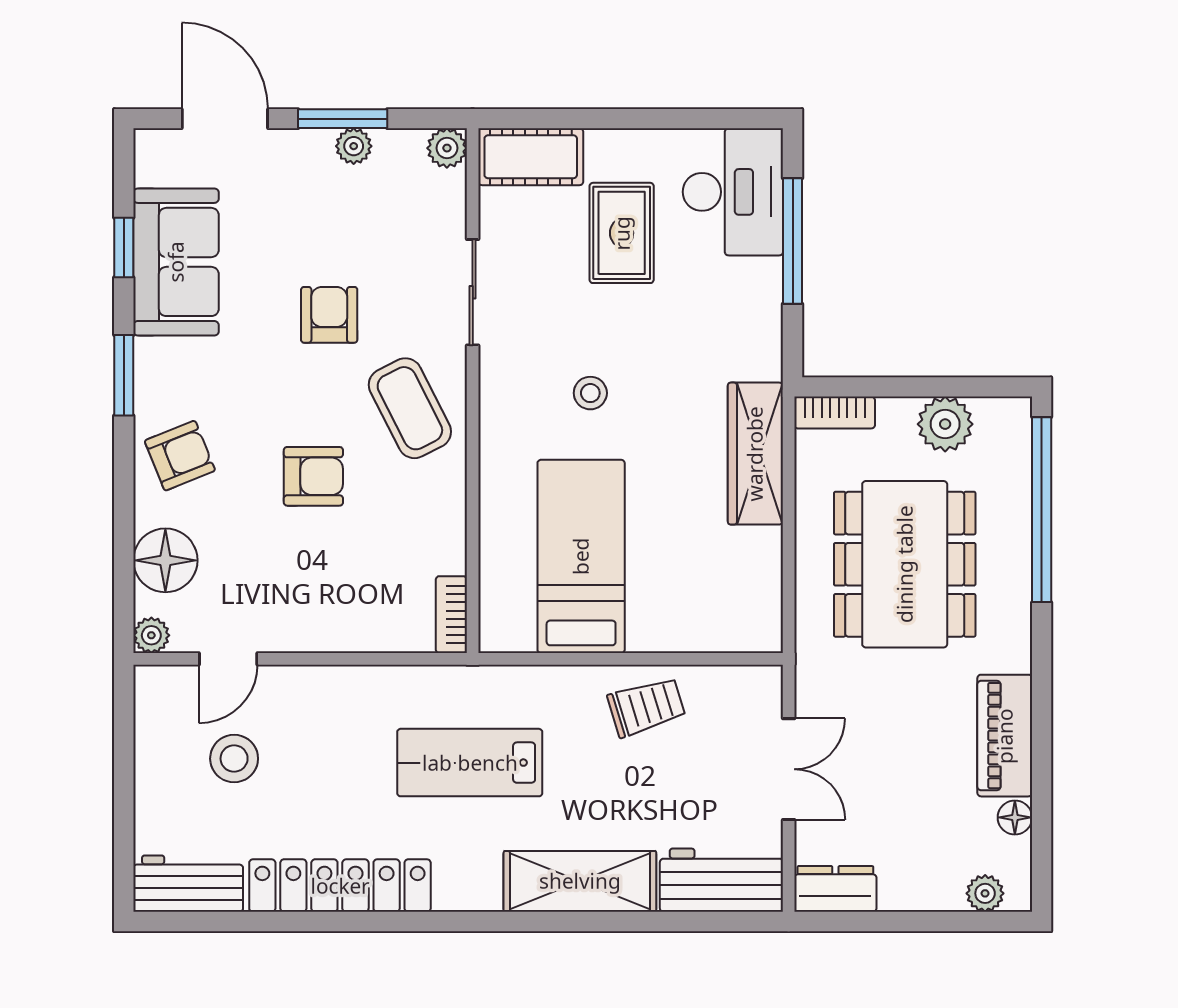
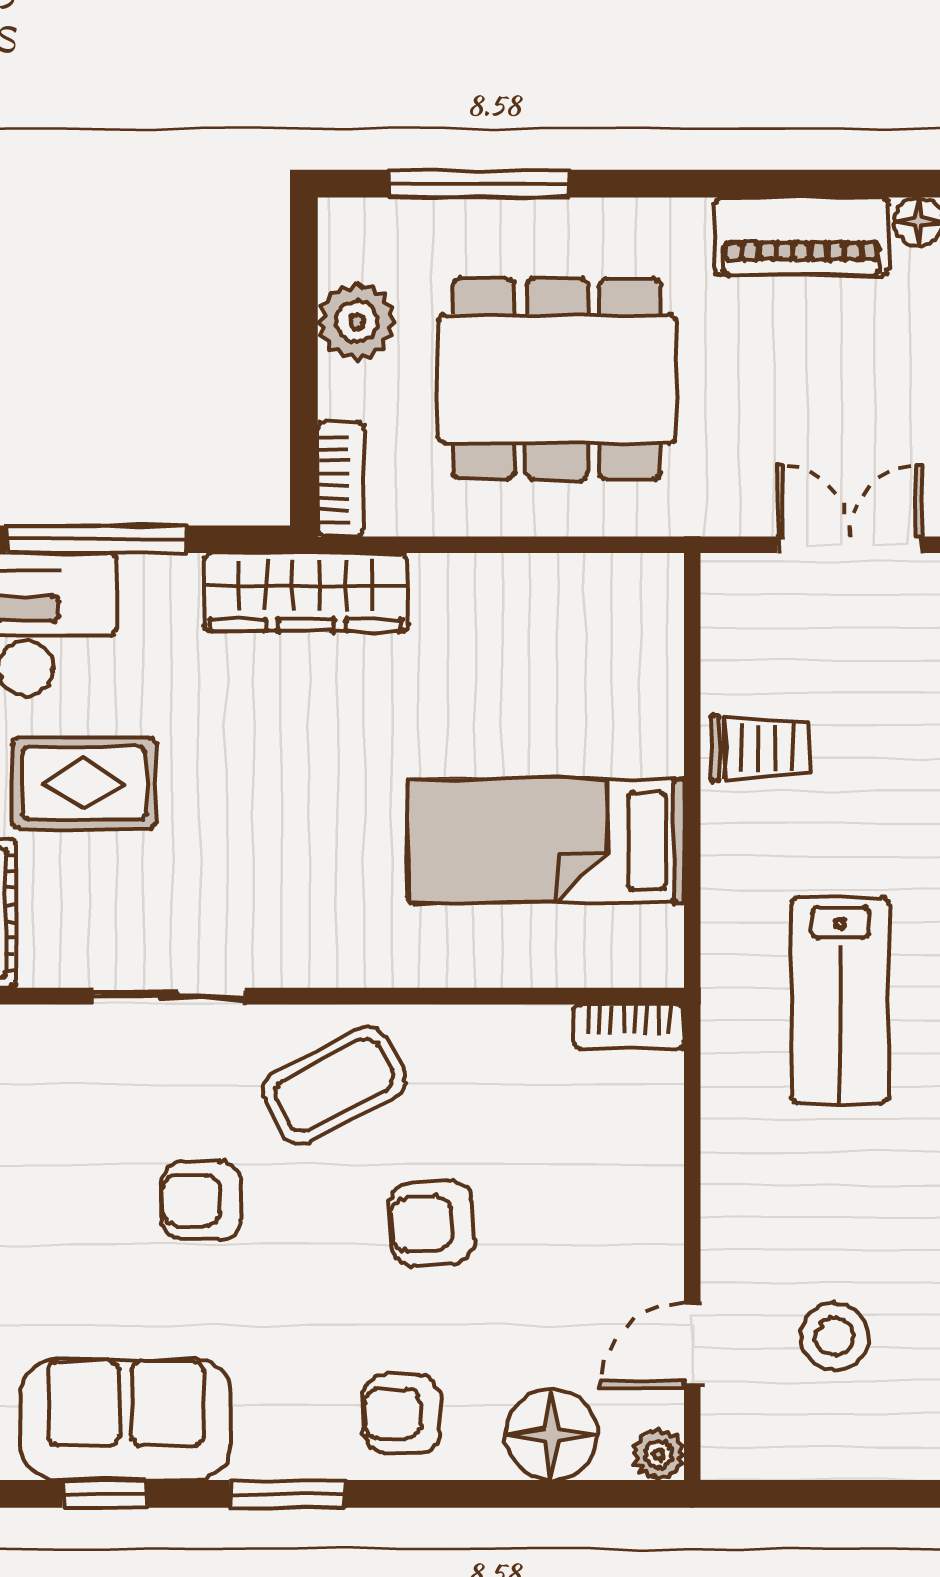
stool: (590, 393) -> (313, 828), removed
wardrobe: (755, 454) -> (306, 592), moved
armchair: (180, 456) -> (402, 1414), turned -68
armchair: (313, 476) -> (432, 1223), turned -94
window: (1042, 510) -> (479, 184), width x0.68
door: (228, 659) -> (692, 1345), swing flipped
trolley: (646, 707) -> (761, 748), turned 107

